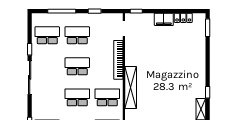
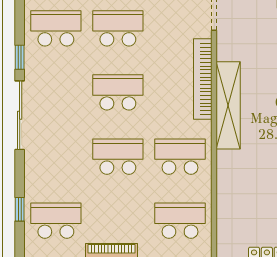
shelving: (131, 88) -> (228, 105), moved

